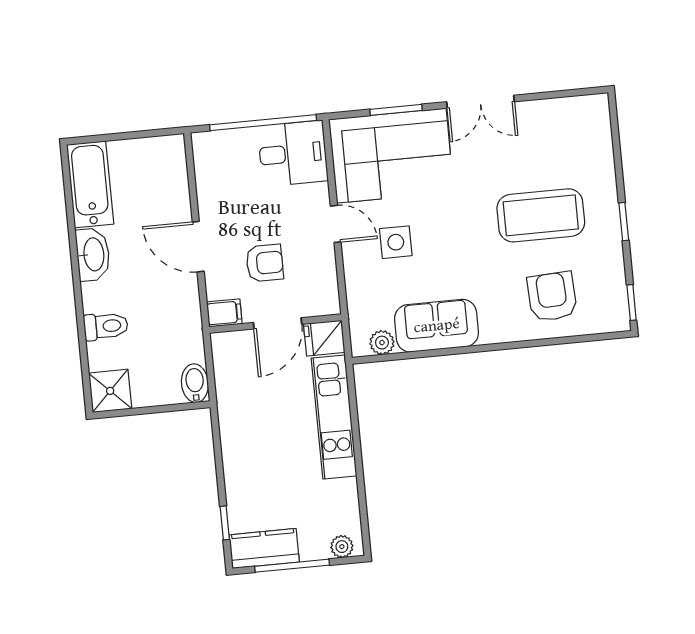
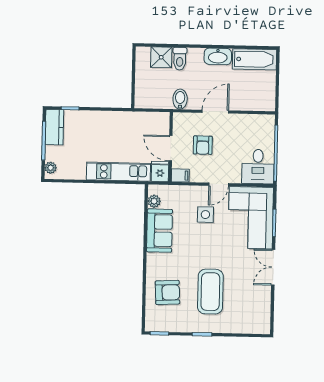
filing cabinet: (224, 313) -> (180, 175), moved, turned -90
bidet: (195, 383) -> (180, 99), moved, turned -90
shower: (110, 391) -> (161, 57), moved

